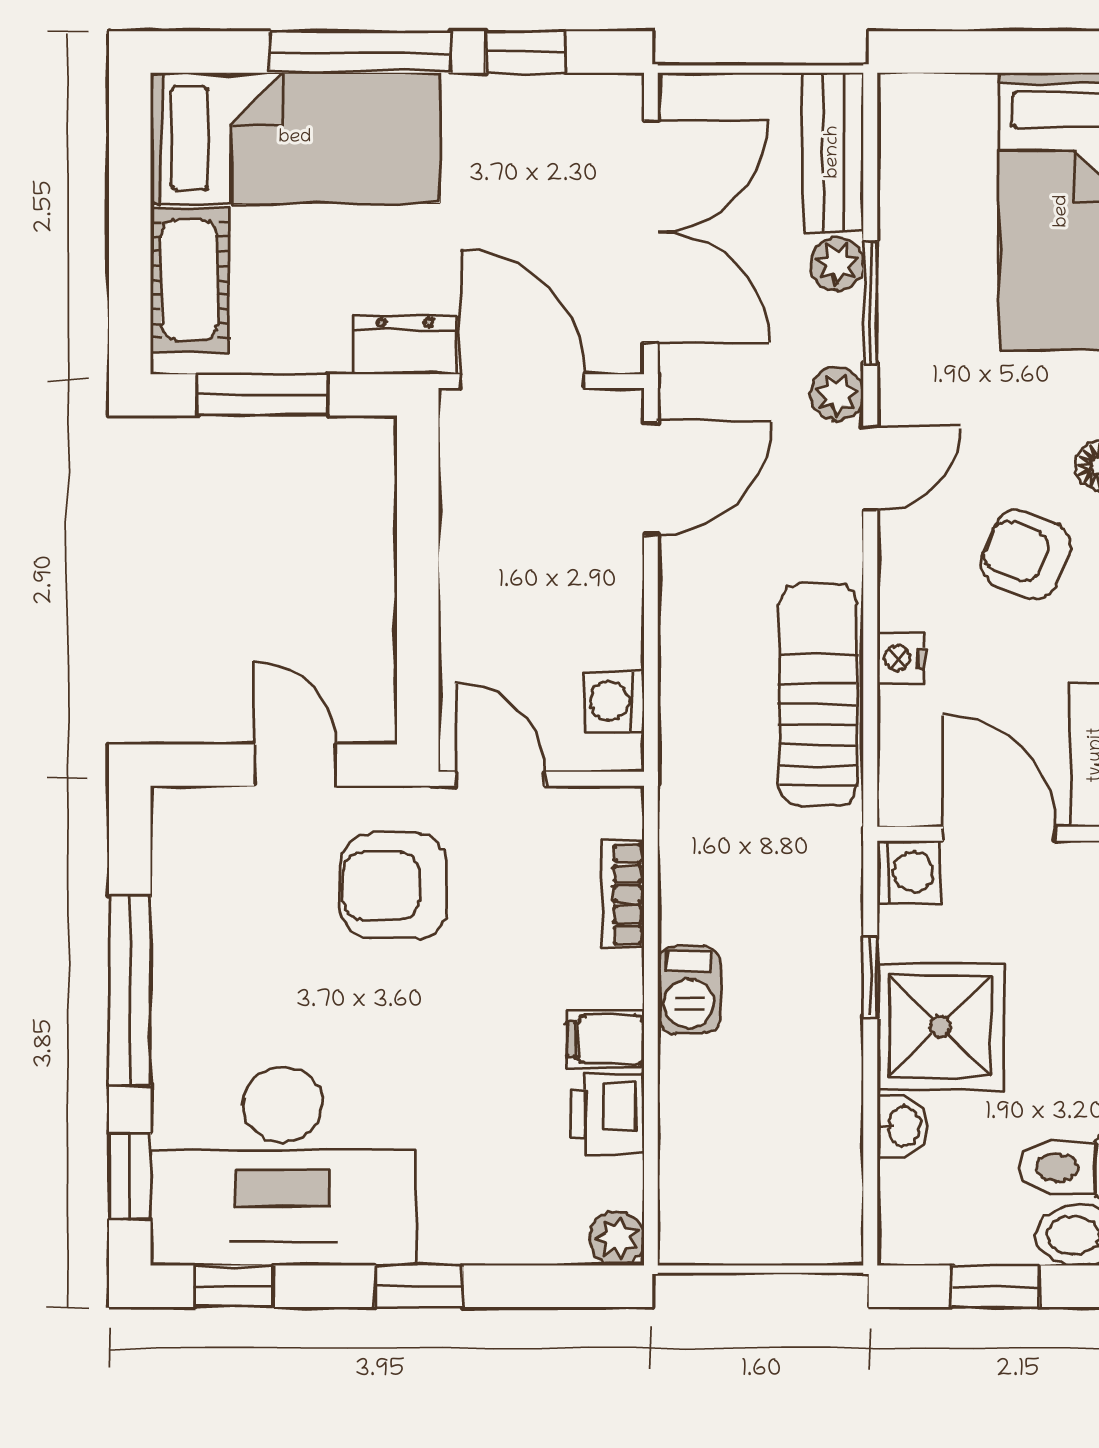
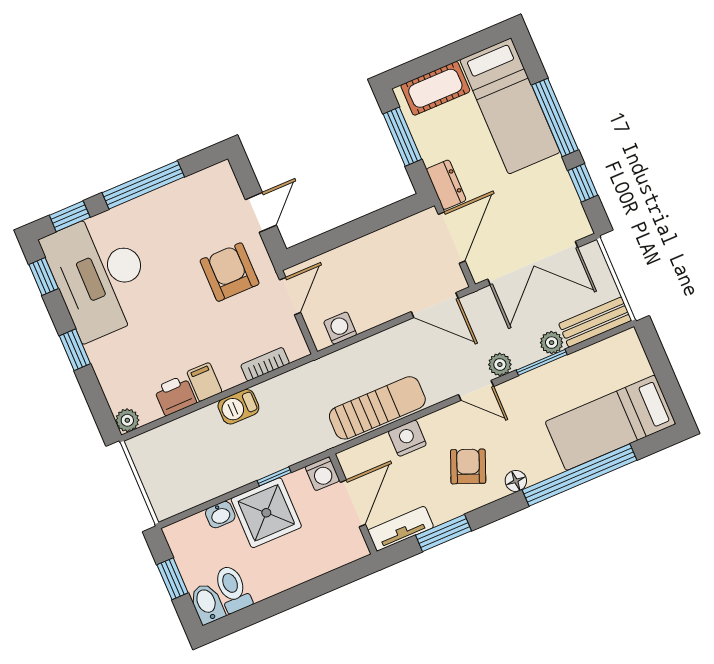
nightstand: (901, 658) -> (407, 438), width x1.39, depth x1.35

